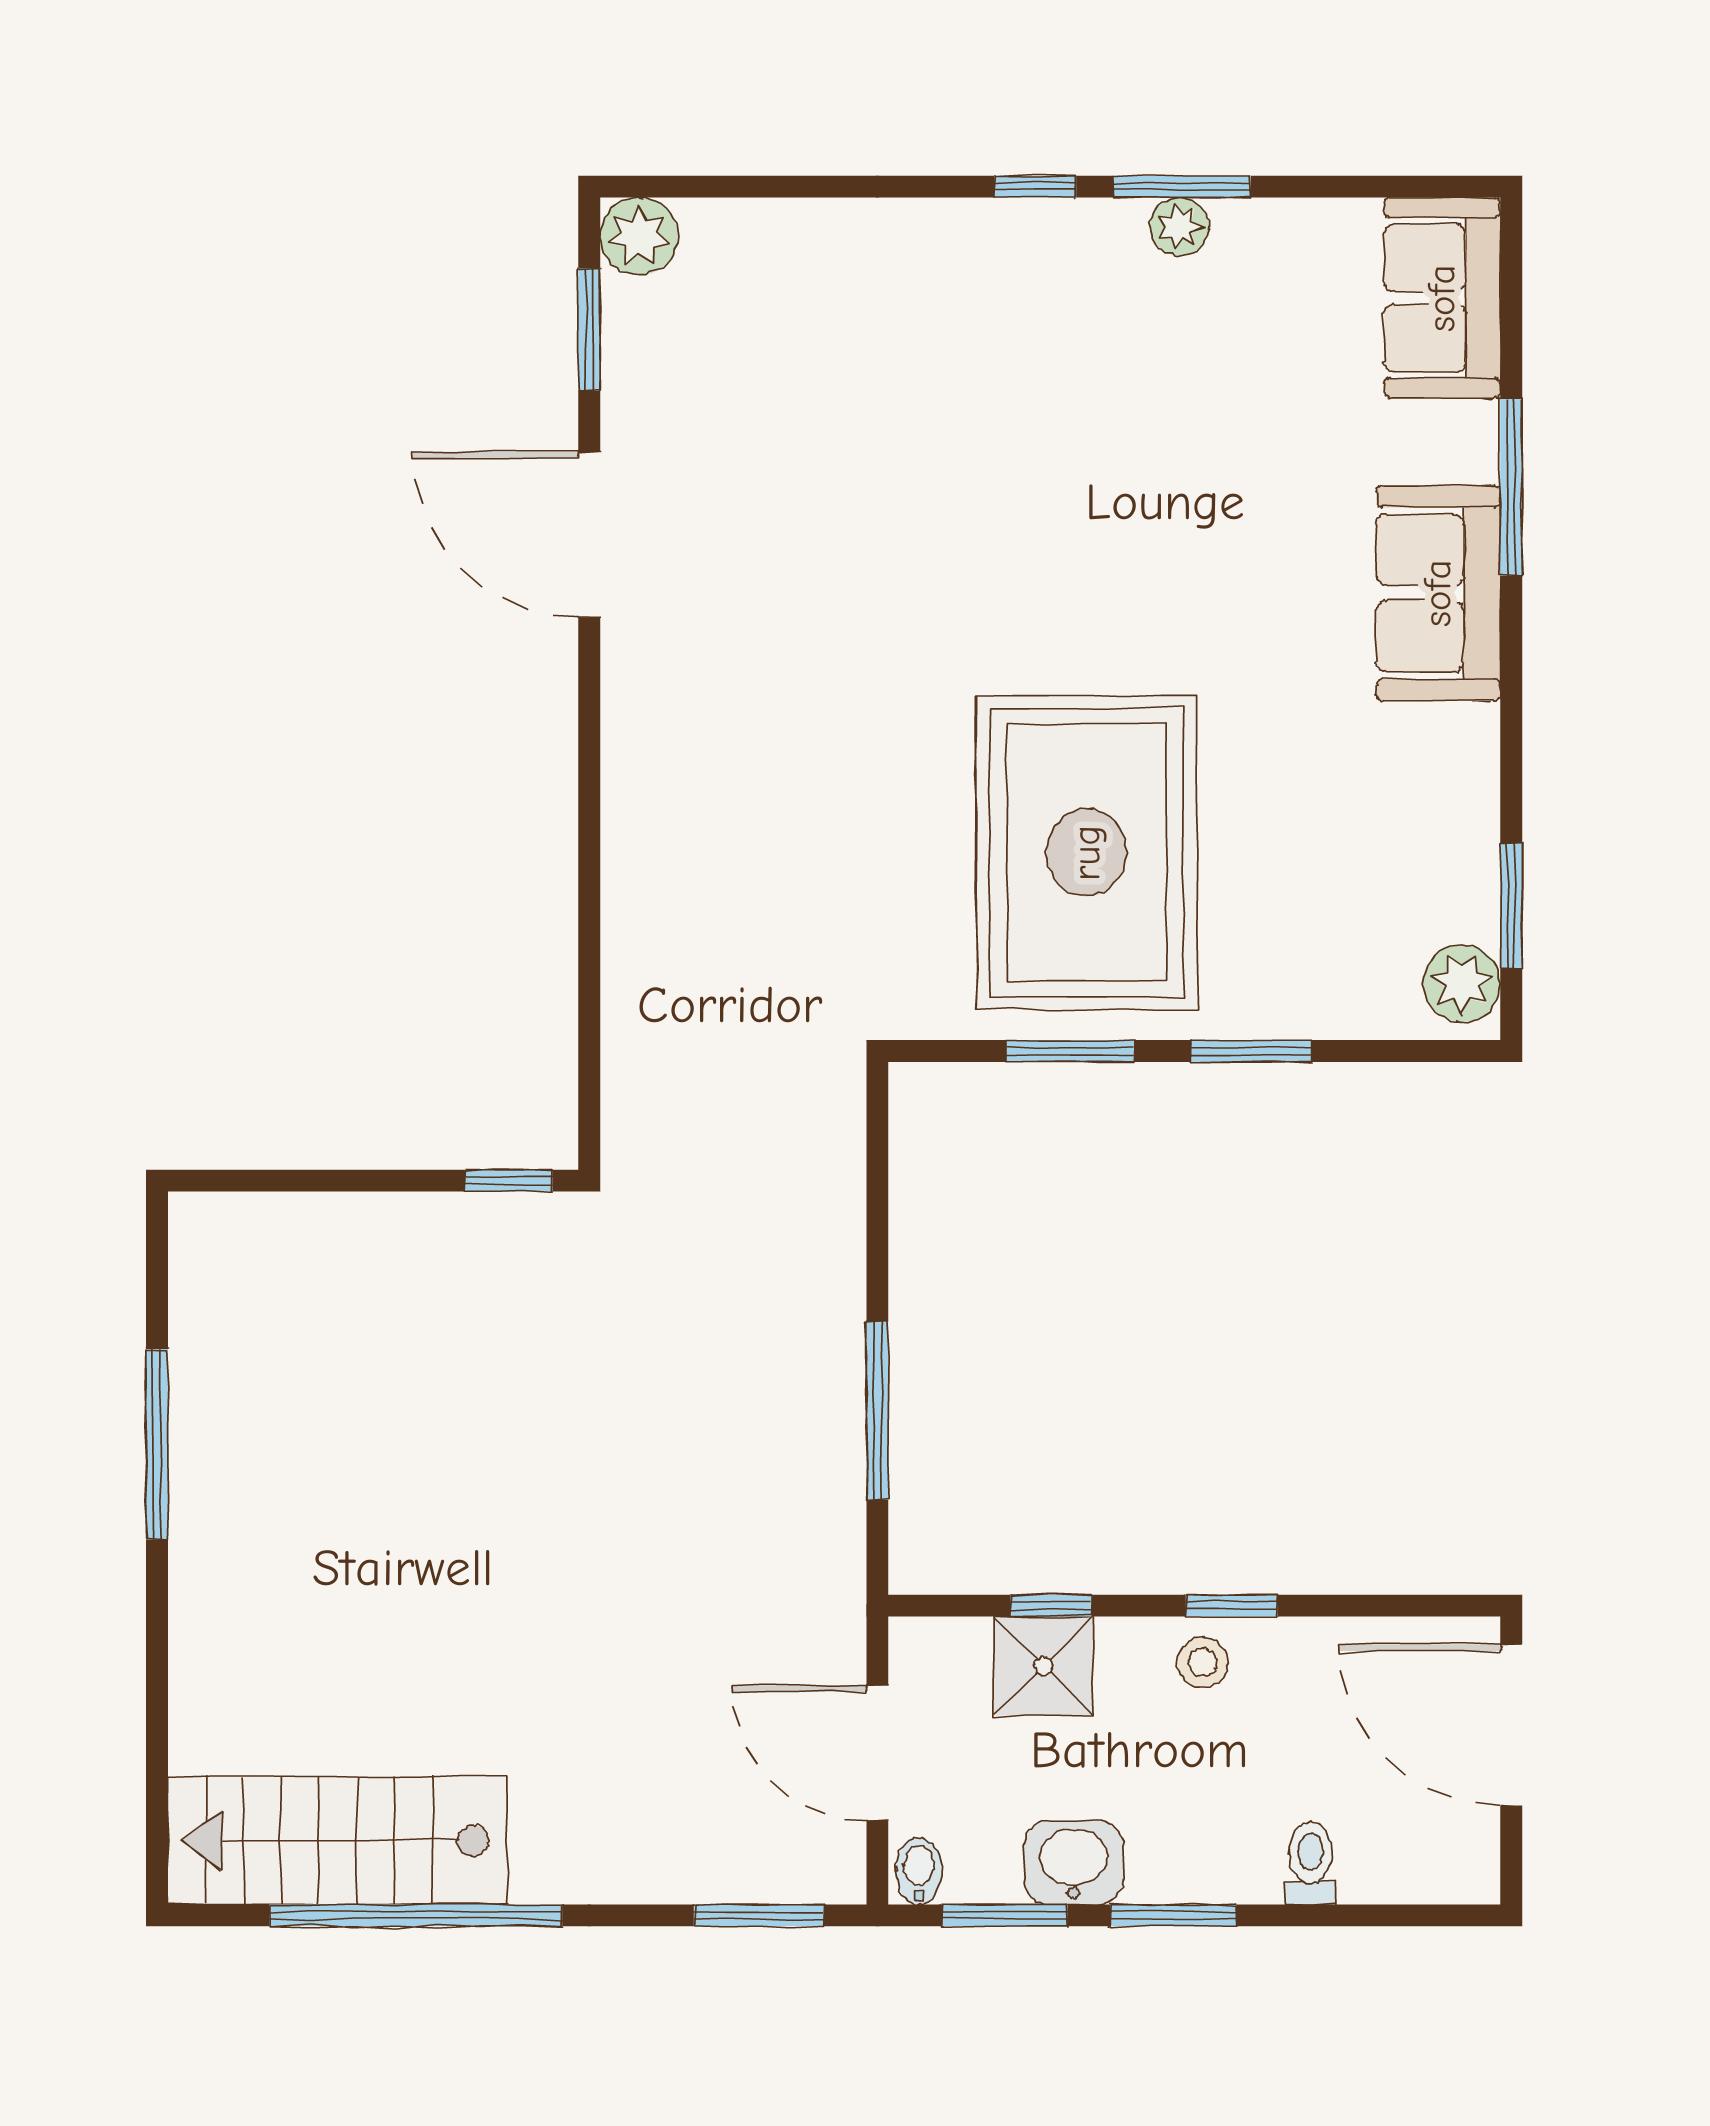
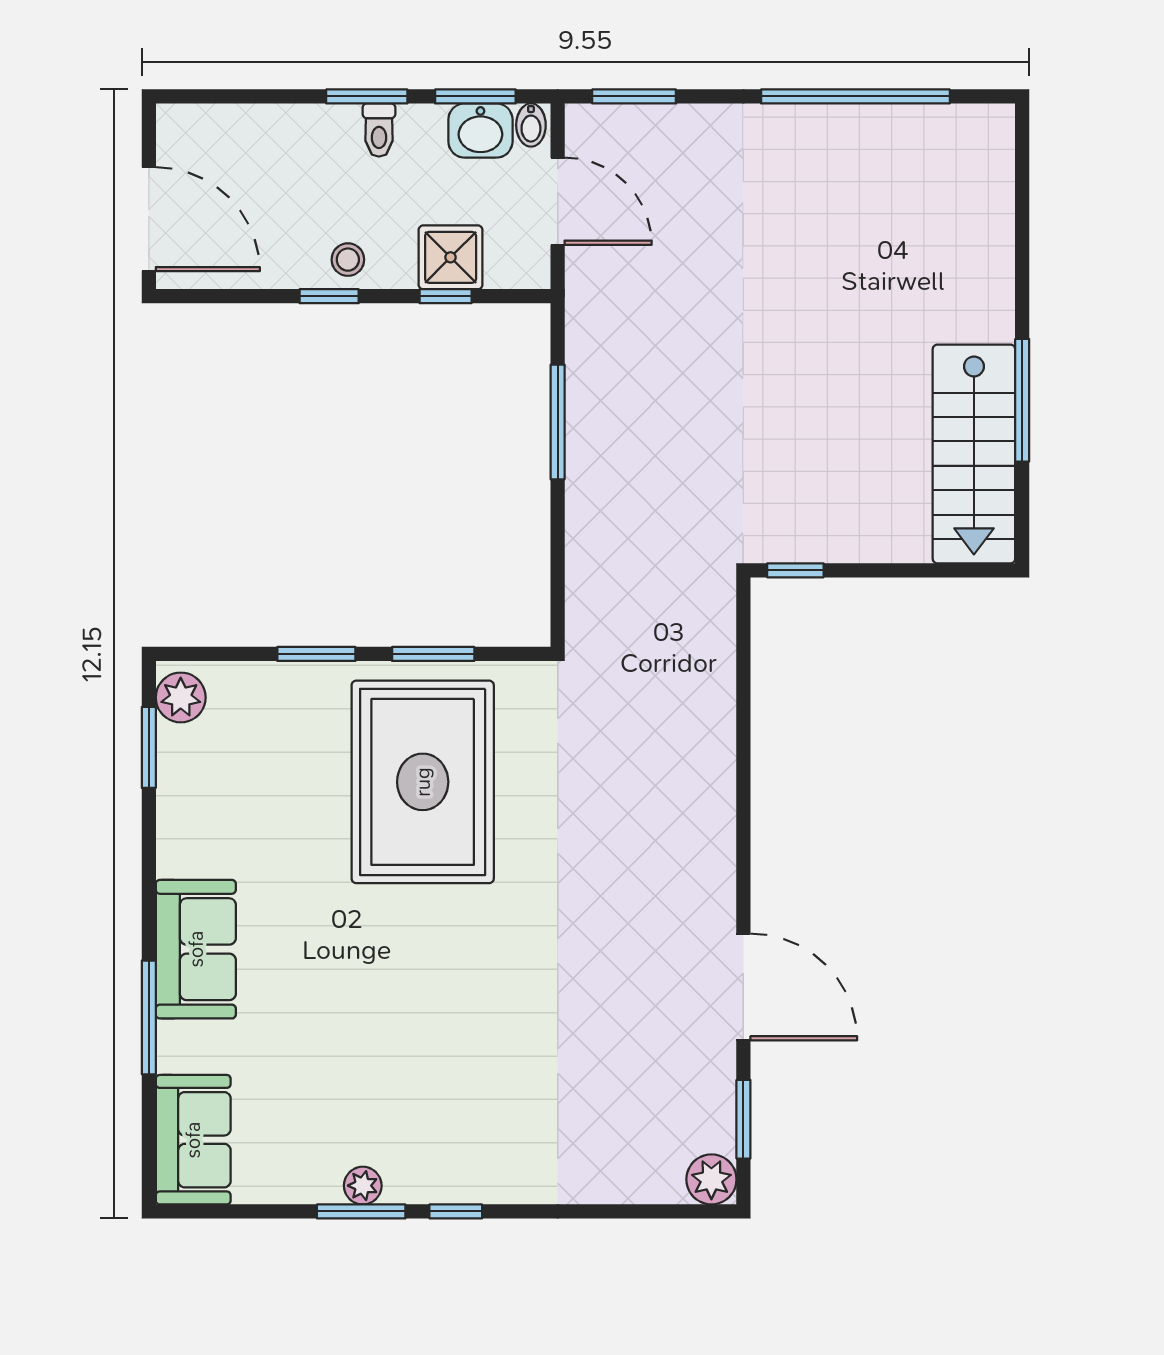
stairs: (337, 1841) -> (974, 454), moved, turned 90
washbasin: (1074, 1863) -> (480, 131), moved
toilet: (1311, 1863) -> (379, 130), moved

